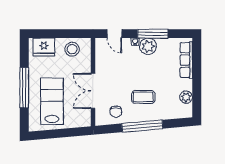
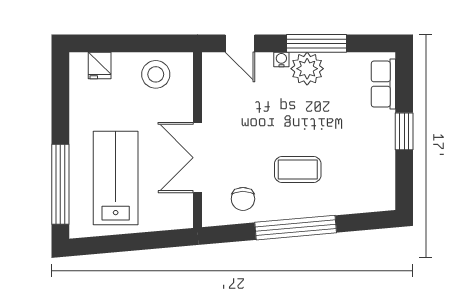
fridge: (44, 47) -> (100, 66), width x0.53, depth x0.75
row of seats: (186, 60) -> (383, 84), width x0.68
window: (197, 78) -> (404, 131), added
window: (24, 88) -> (60, 184), moved
plant: (186, 97) -> (383, 170), removed

